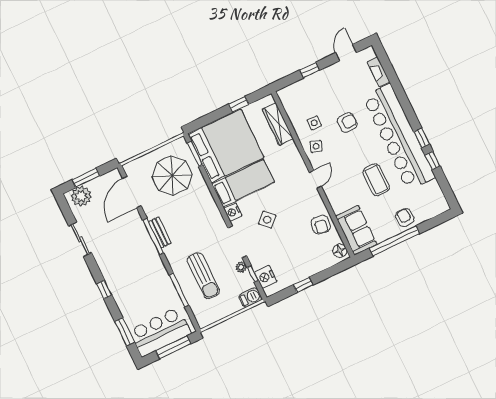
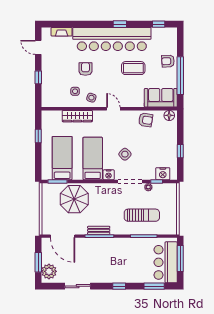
wardrobe: (278, 124) -> (77, 116), moved
bed: (226, 146) -> (62, 158), width x0.49
window: (432, 161) -> (159, 24), moved
parasol: (172, 176) -> (74, 199), moved
barbecue: (250, 297) -> (172, 191), removed

